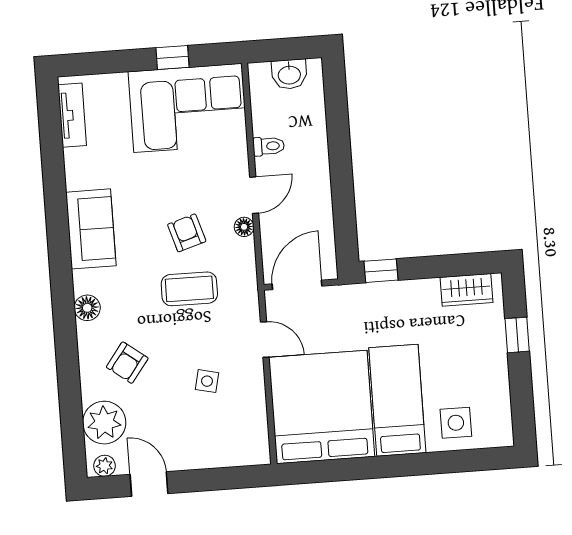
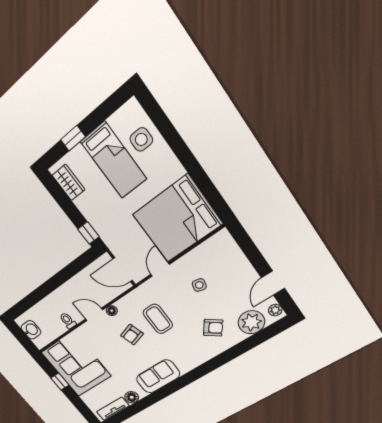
floor lamp: (87, 308) -> (132, 397), moved
bed: (397, 400) -> (114, 160), moved, turned -90

